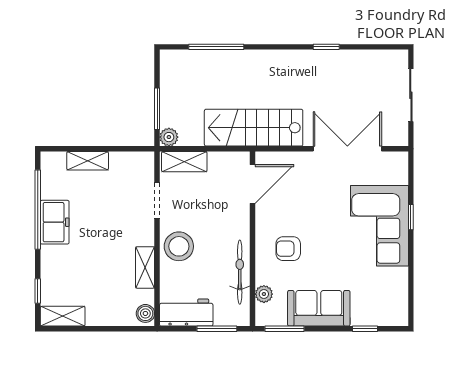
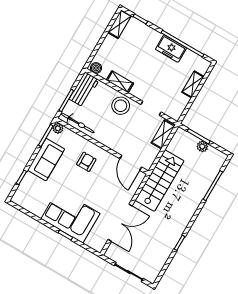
plant: (169, 137) -> (202, 146), moved
bicycle: (240, 272) -> (77, 123), moved
plant: (264, 294) -> (58, 128), moved

